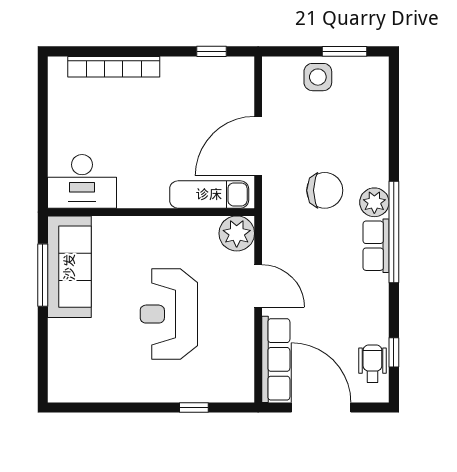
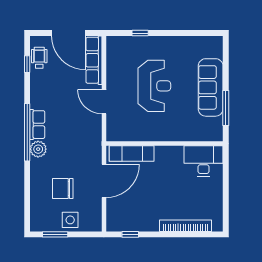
chair: (325, 190) -> (63, 189), moved
plant: (237, 233) -> (116, 131), removed
sofa: (69, 267) -> (211, 87), moved
wheelchair: (372, 364) -> (39, 58), turned 180

